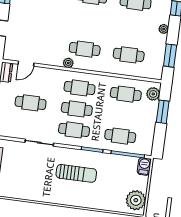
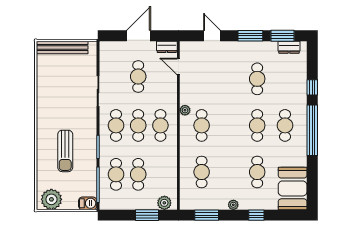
cafe table: (126, 94) -> (138, 174), moved
sun lounger: (76, 173) -> (65, 151), moved

